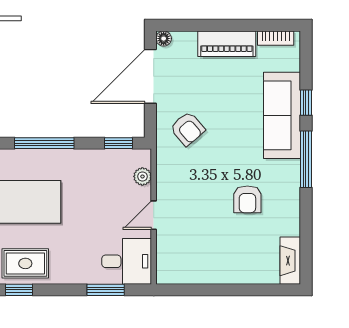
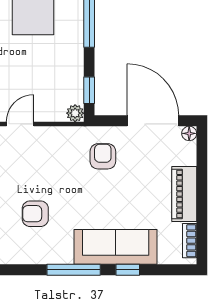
armchair: (188, 129) -> (103, 156), turned 131
plant: (142, 176) -> (75, 113), moved
door: (154, 215) -> (20, 124), hinge flipped

